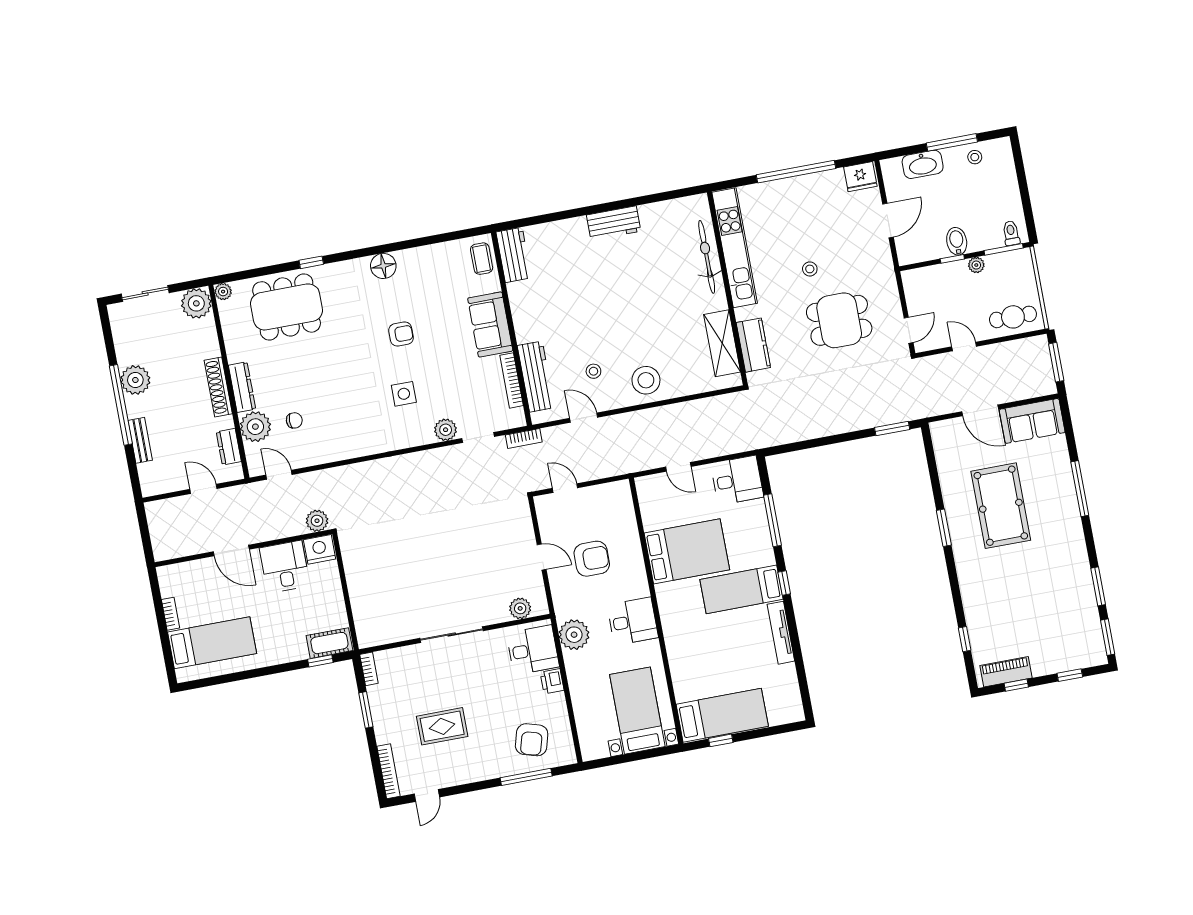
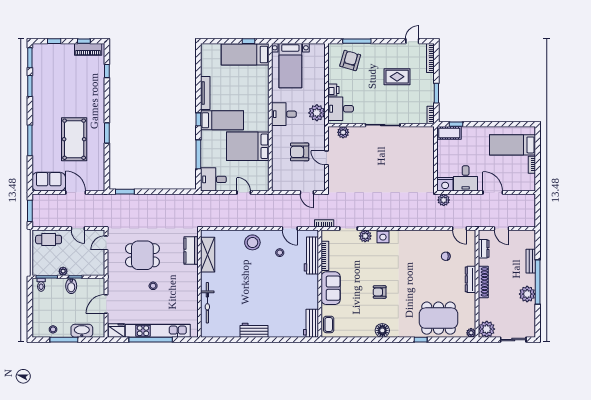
kitchen unit: (735, 248) -> (158, 331), moved, turned 90
side table: (404, 394) -> (383, 237), moved
plant: (255, 427) -> (467, 257), removed

